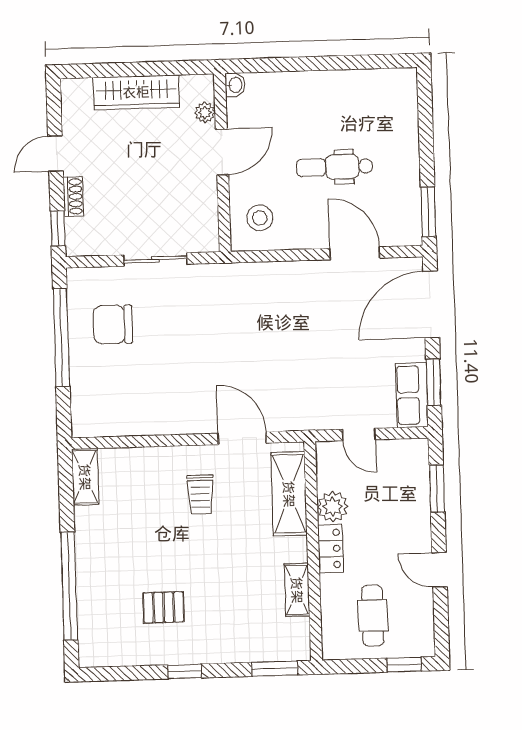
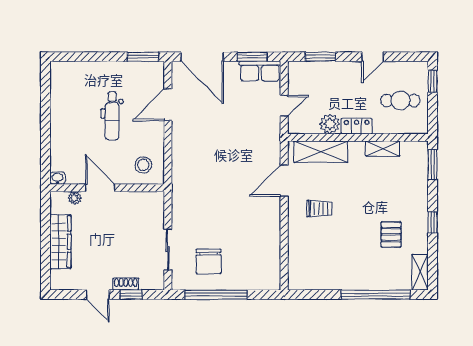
window: (58, 228) -> (131, 295), moved
sliding door: (155, 259) -> (168, 249), moved
shelving: (85, 477) -> (420, 272), moved, turned 90

